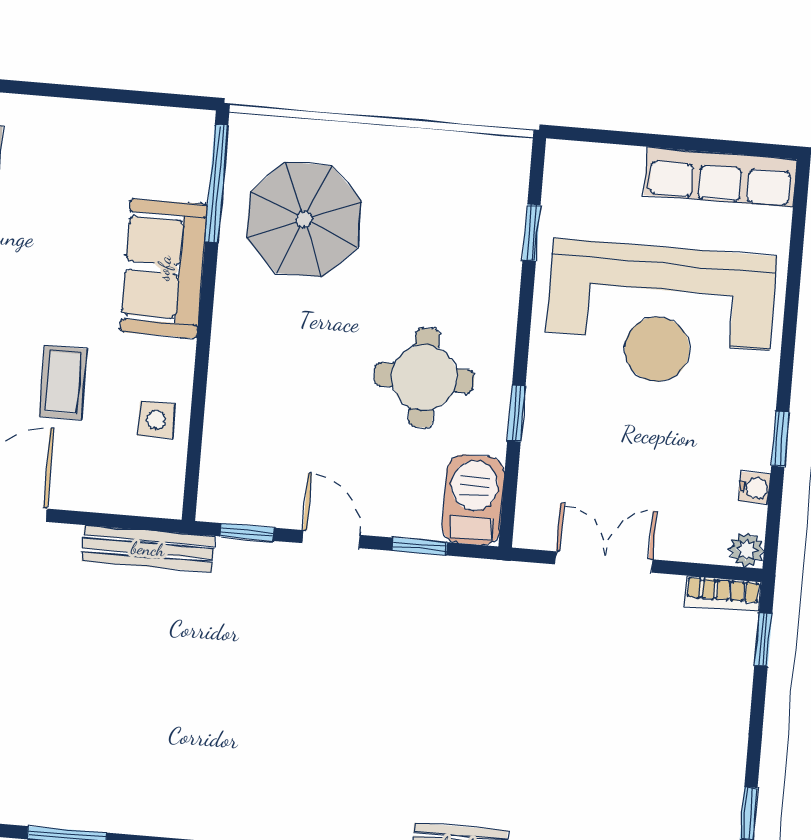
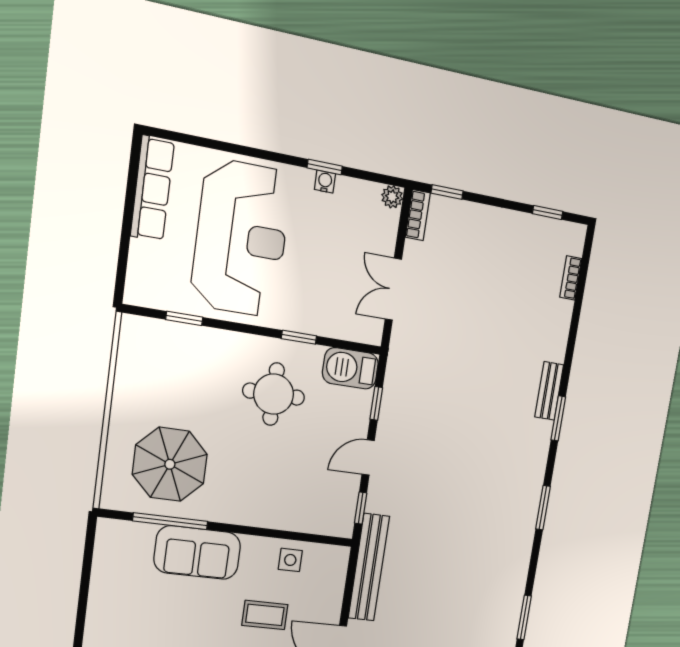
window: (217, 183) -> (170, 521), moved
water cooler: (754, 488) -> (325, 182), moved
bench: (148, 549) -> (369, 567), width x1.37, depth x1.21

